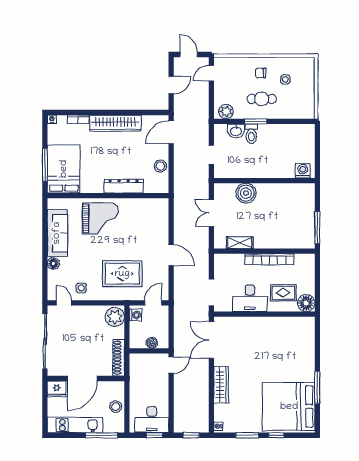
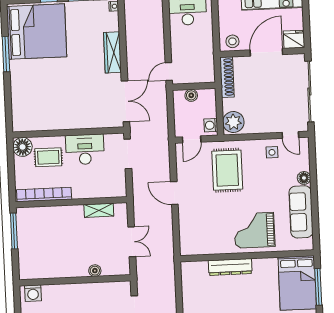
stool: (160, 166) -> (191, 291), removed
boiler: (246, 193) -> (95, 271), width x0.54, depth x0.54
bookcase: (269, 259) -> (44, 194), moved
rug: (122, 274) -> (227, 170), turned 90
stool: (116, 407) -> (232, 41), moved

